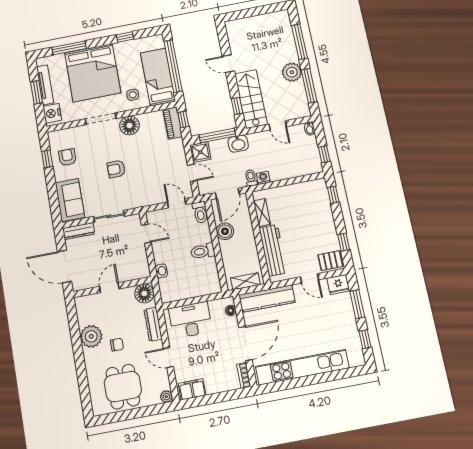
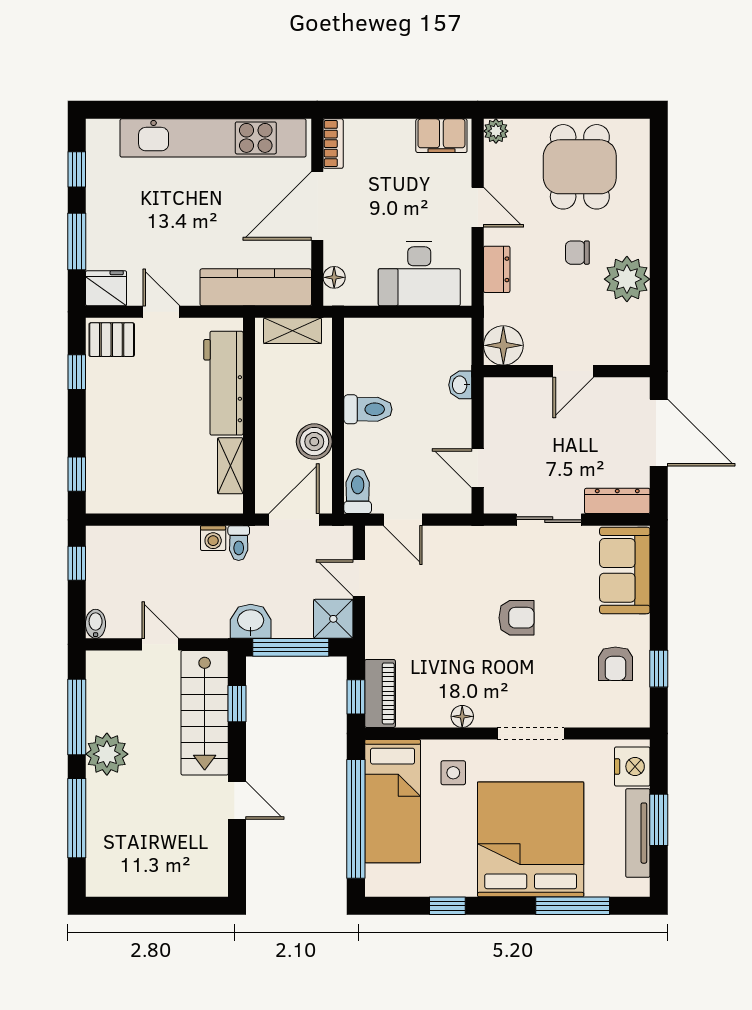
floor lamp: (129, 125) -> (462, 716), width x0.53, depth x0.53
dresser: (153, 324) -> (497, 269), width x0.70

